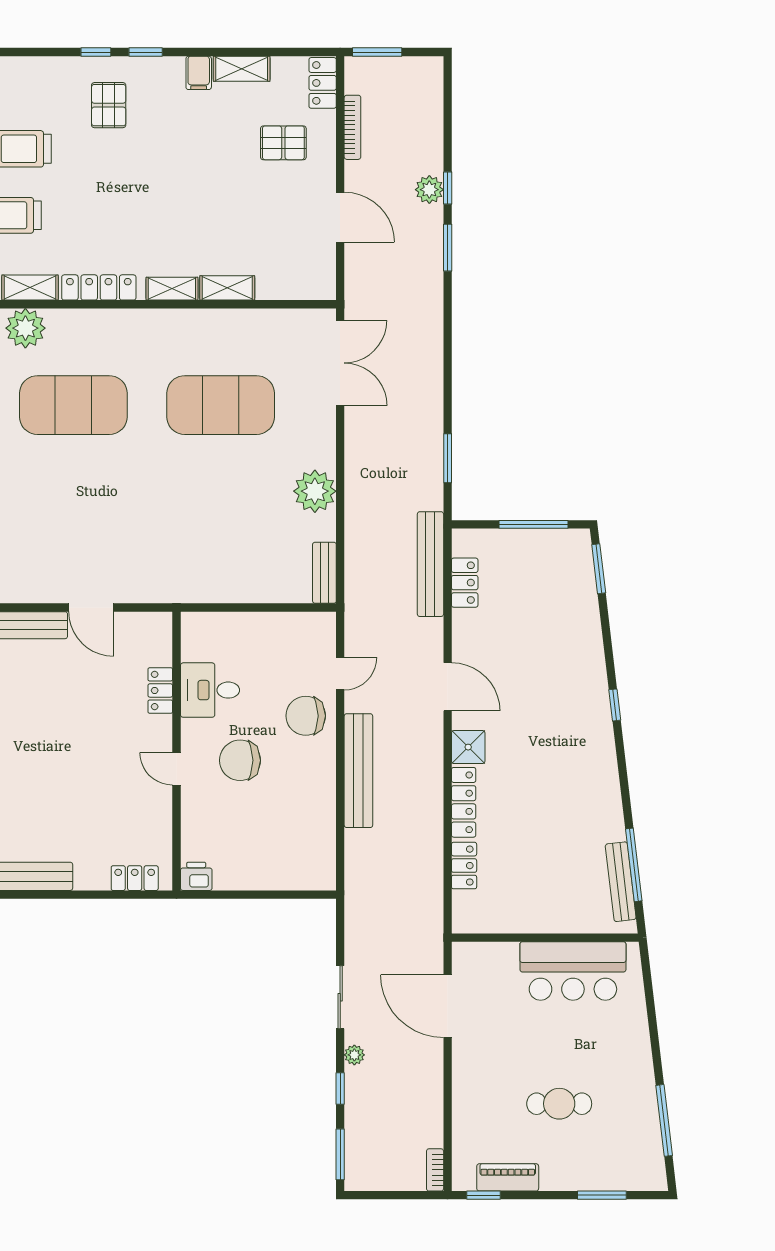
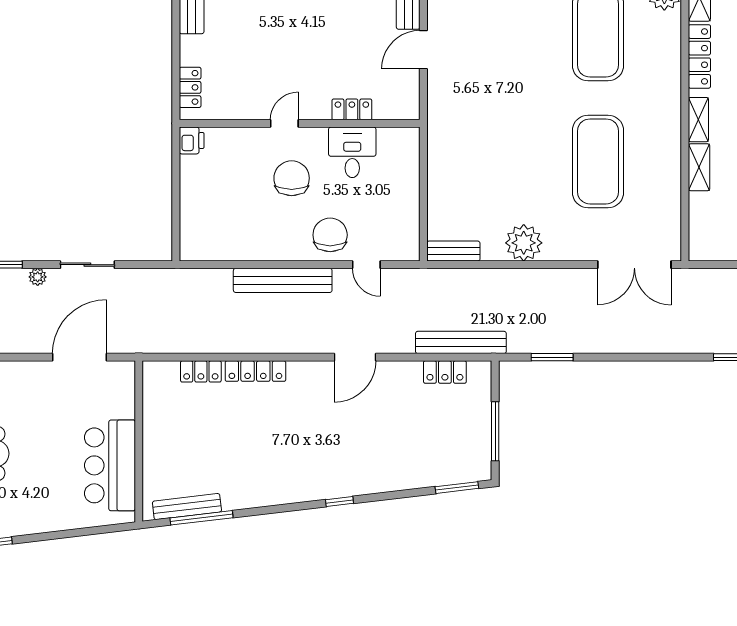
shower: (468, 747) -> (303, 375), removed

